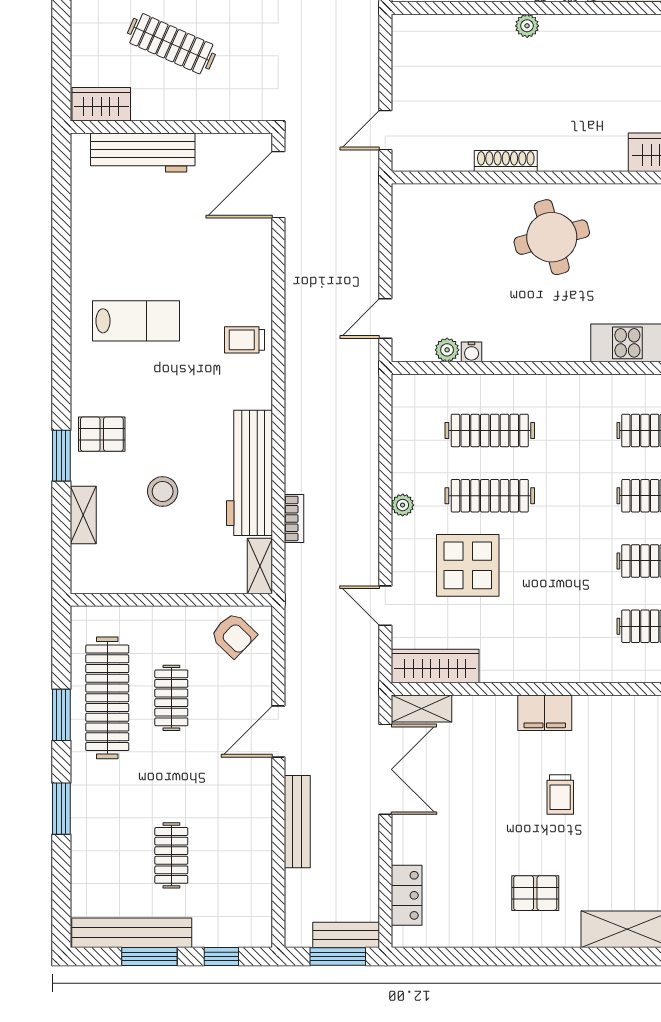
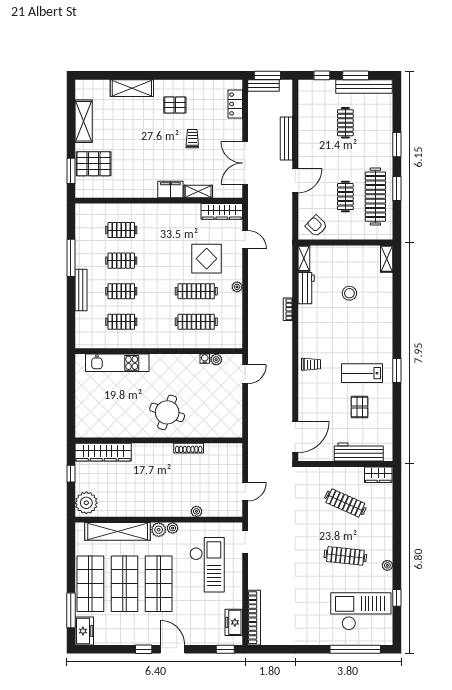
plant: (527, 26) -> (196, 511), moved
door: (385, 130) -> (245, 492), moved
round table: (552, 237) -> (167, 412), turned 35
pallet: (102, 434) -> (360, 407), moved, turned 90
window: (61, 456) -> (397, 371), moved
workbench: (250, 473) -> (306, 288), width x0.53, depth x0.76
shelving: (83, 515) -> (387, 259), moved
bookcase: (294, 518) -> (288, 309), moved
shelving: (422, 708) -> (198, 192), moved
trolley: (560, 795) -> (192, 139), moved

